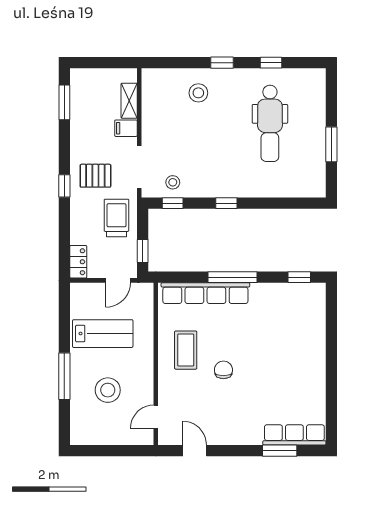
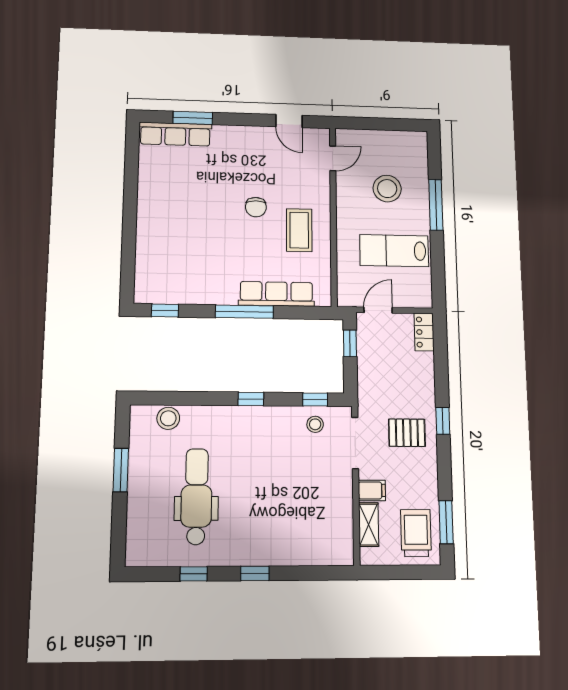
stool: (198, 93) -> (168, 418), moved
trolley: (116, 218) -> (416, 533), moved, turned 180
row of seats: (205, 293) -> (276, 294), width x0.73

